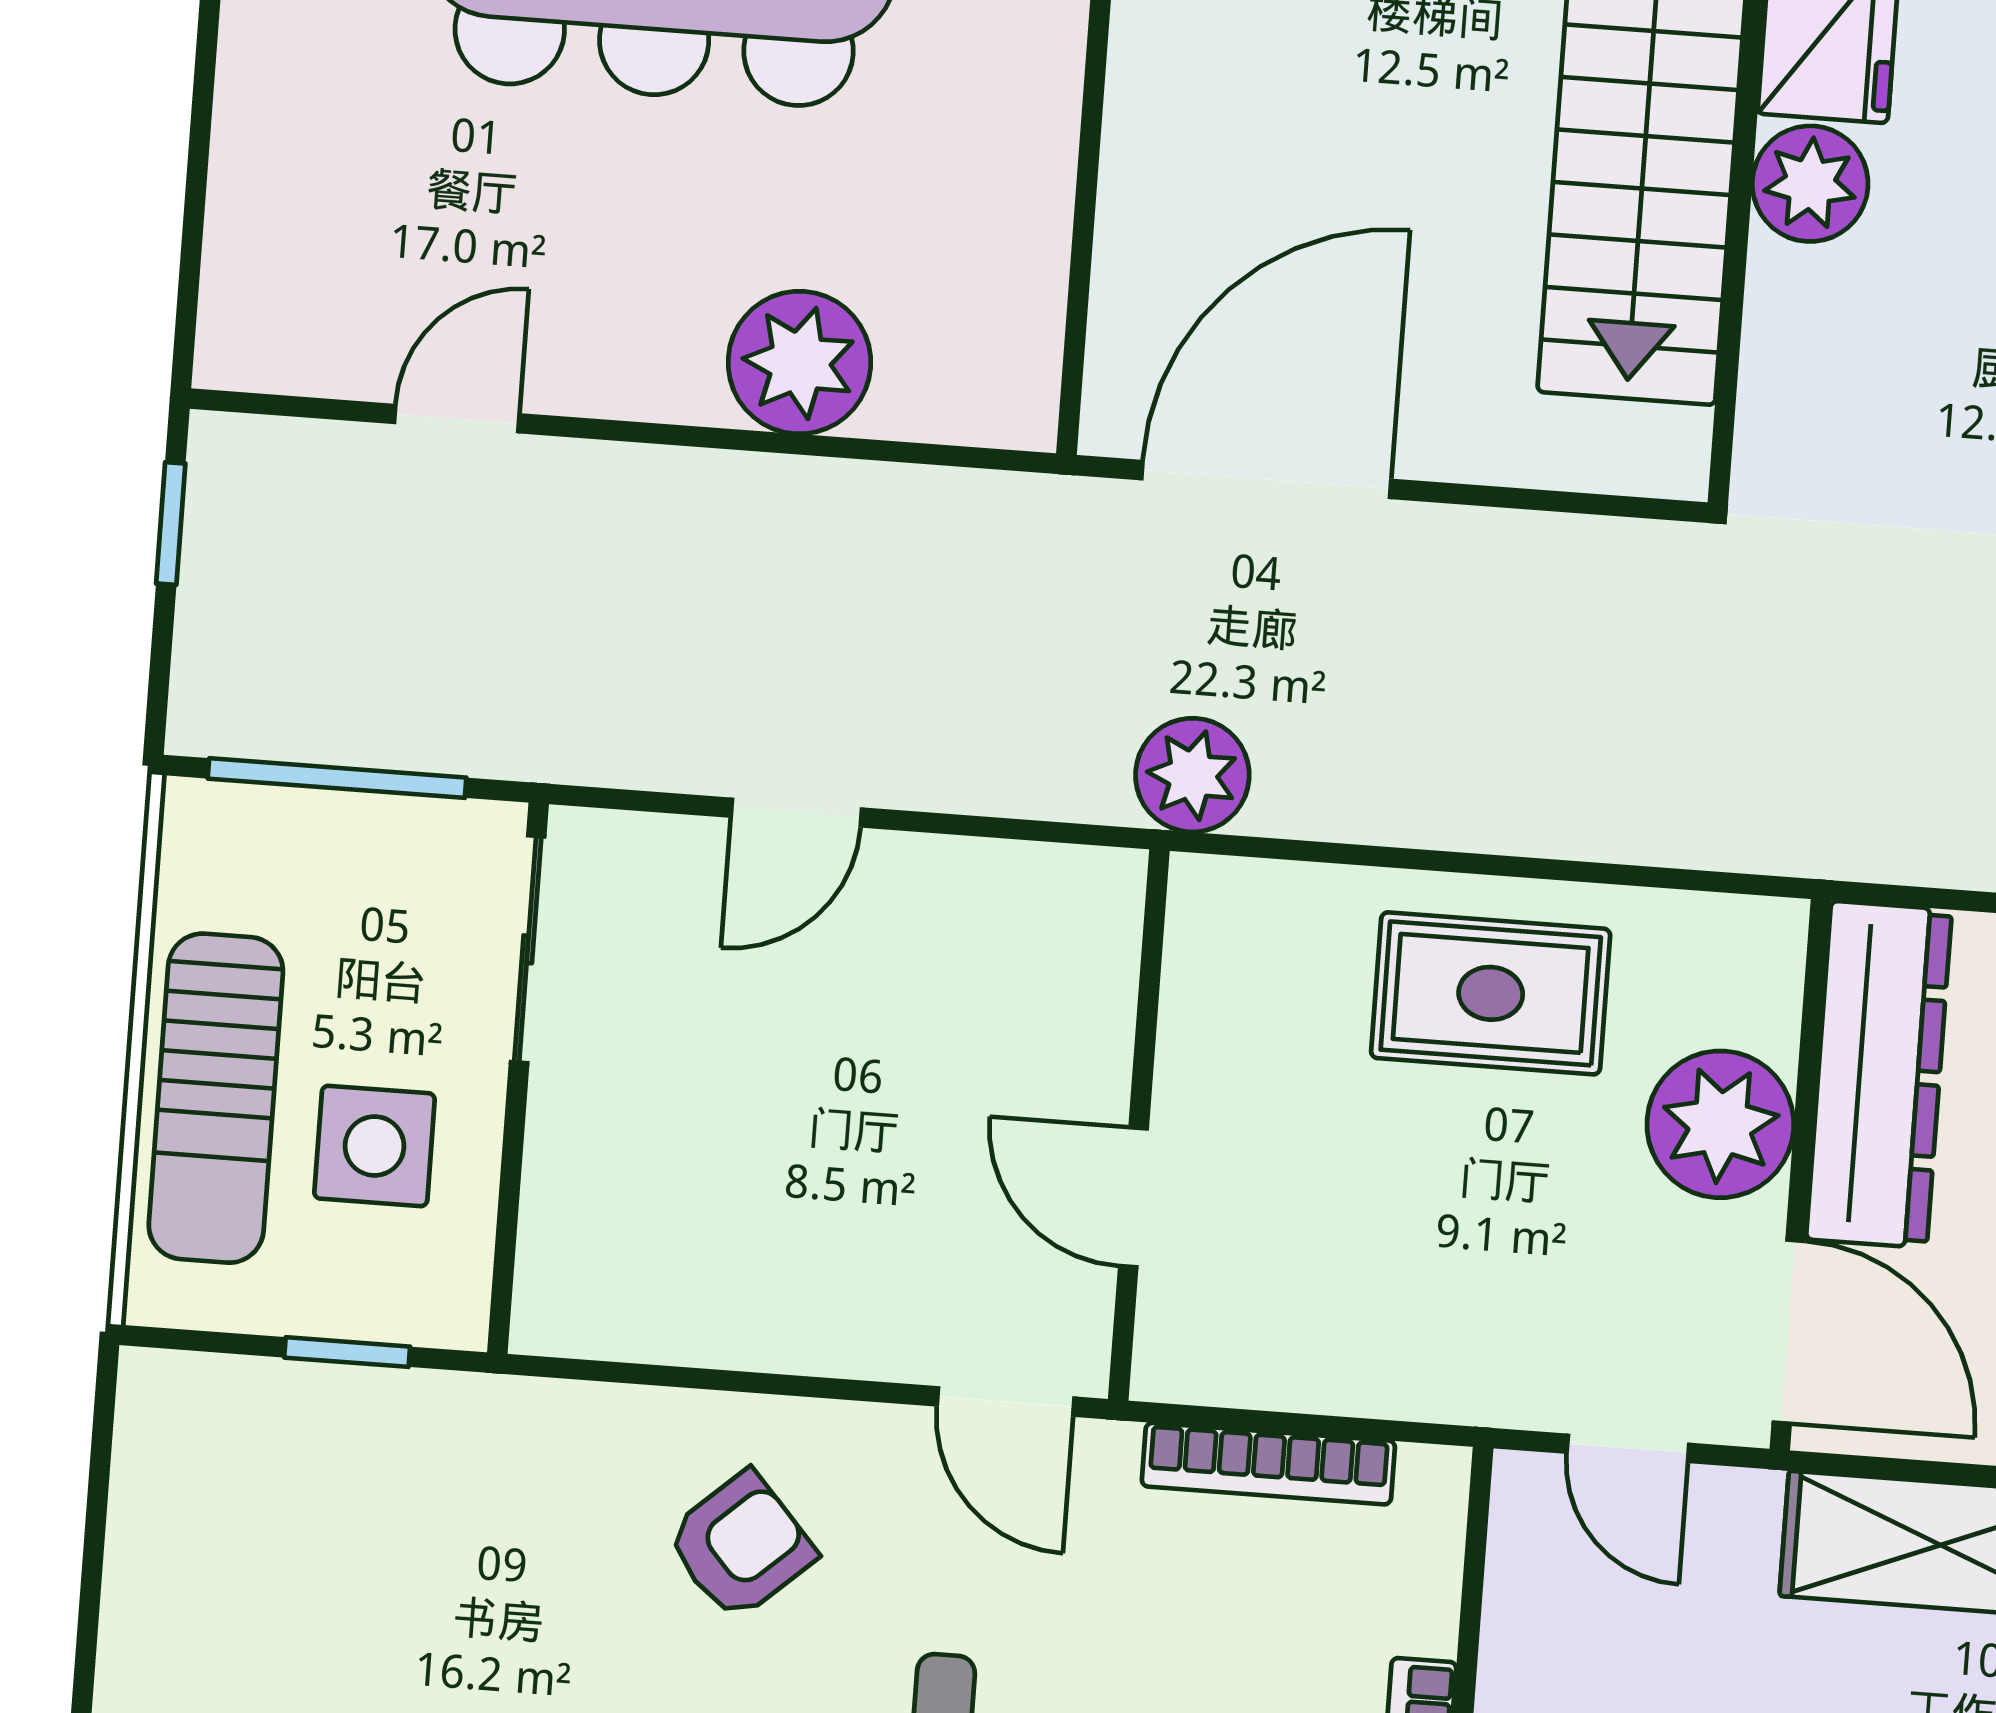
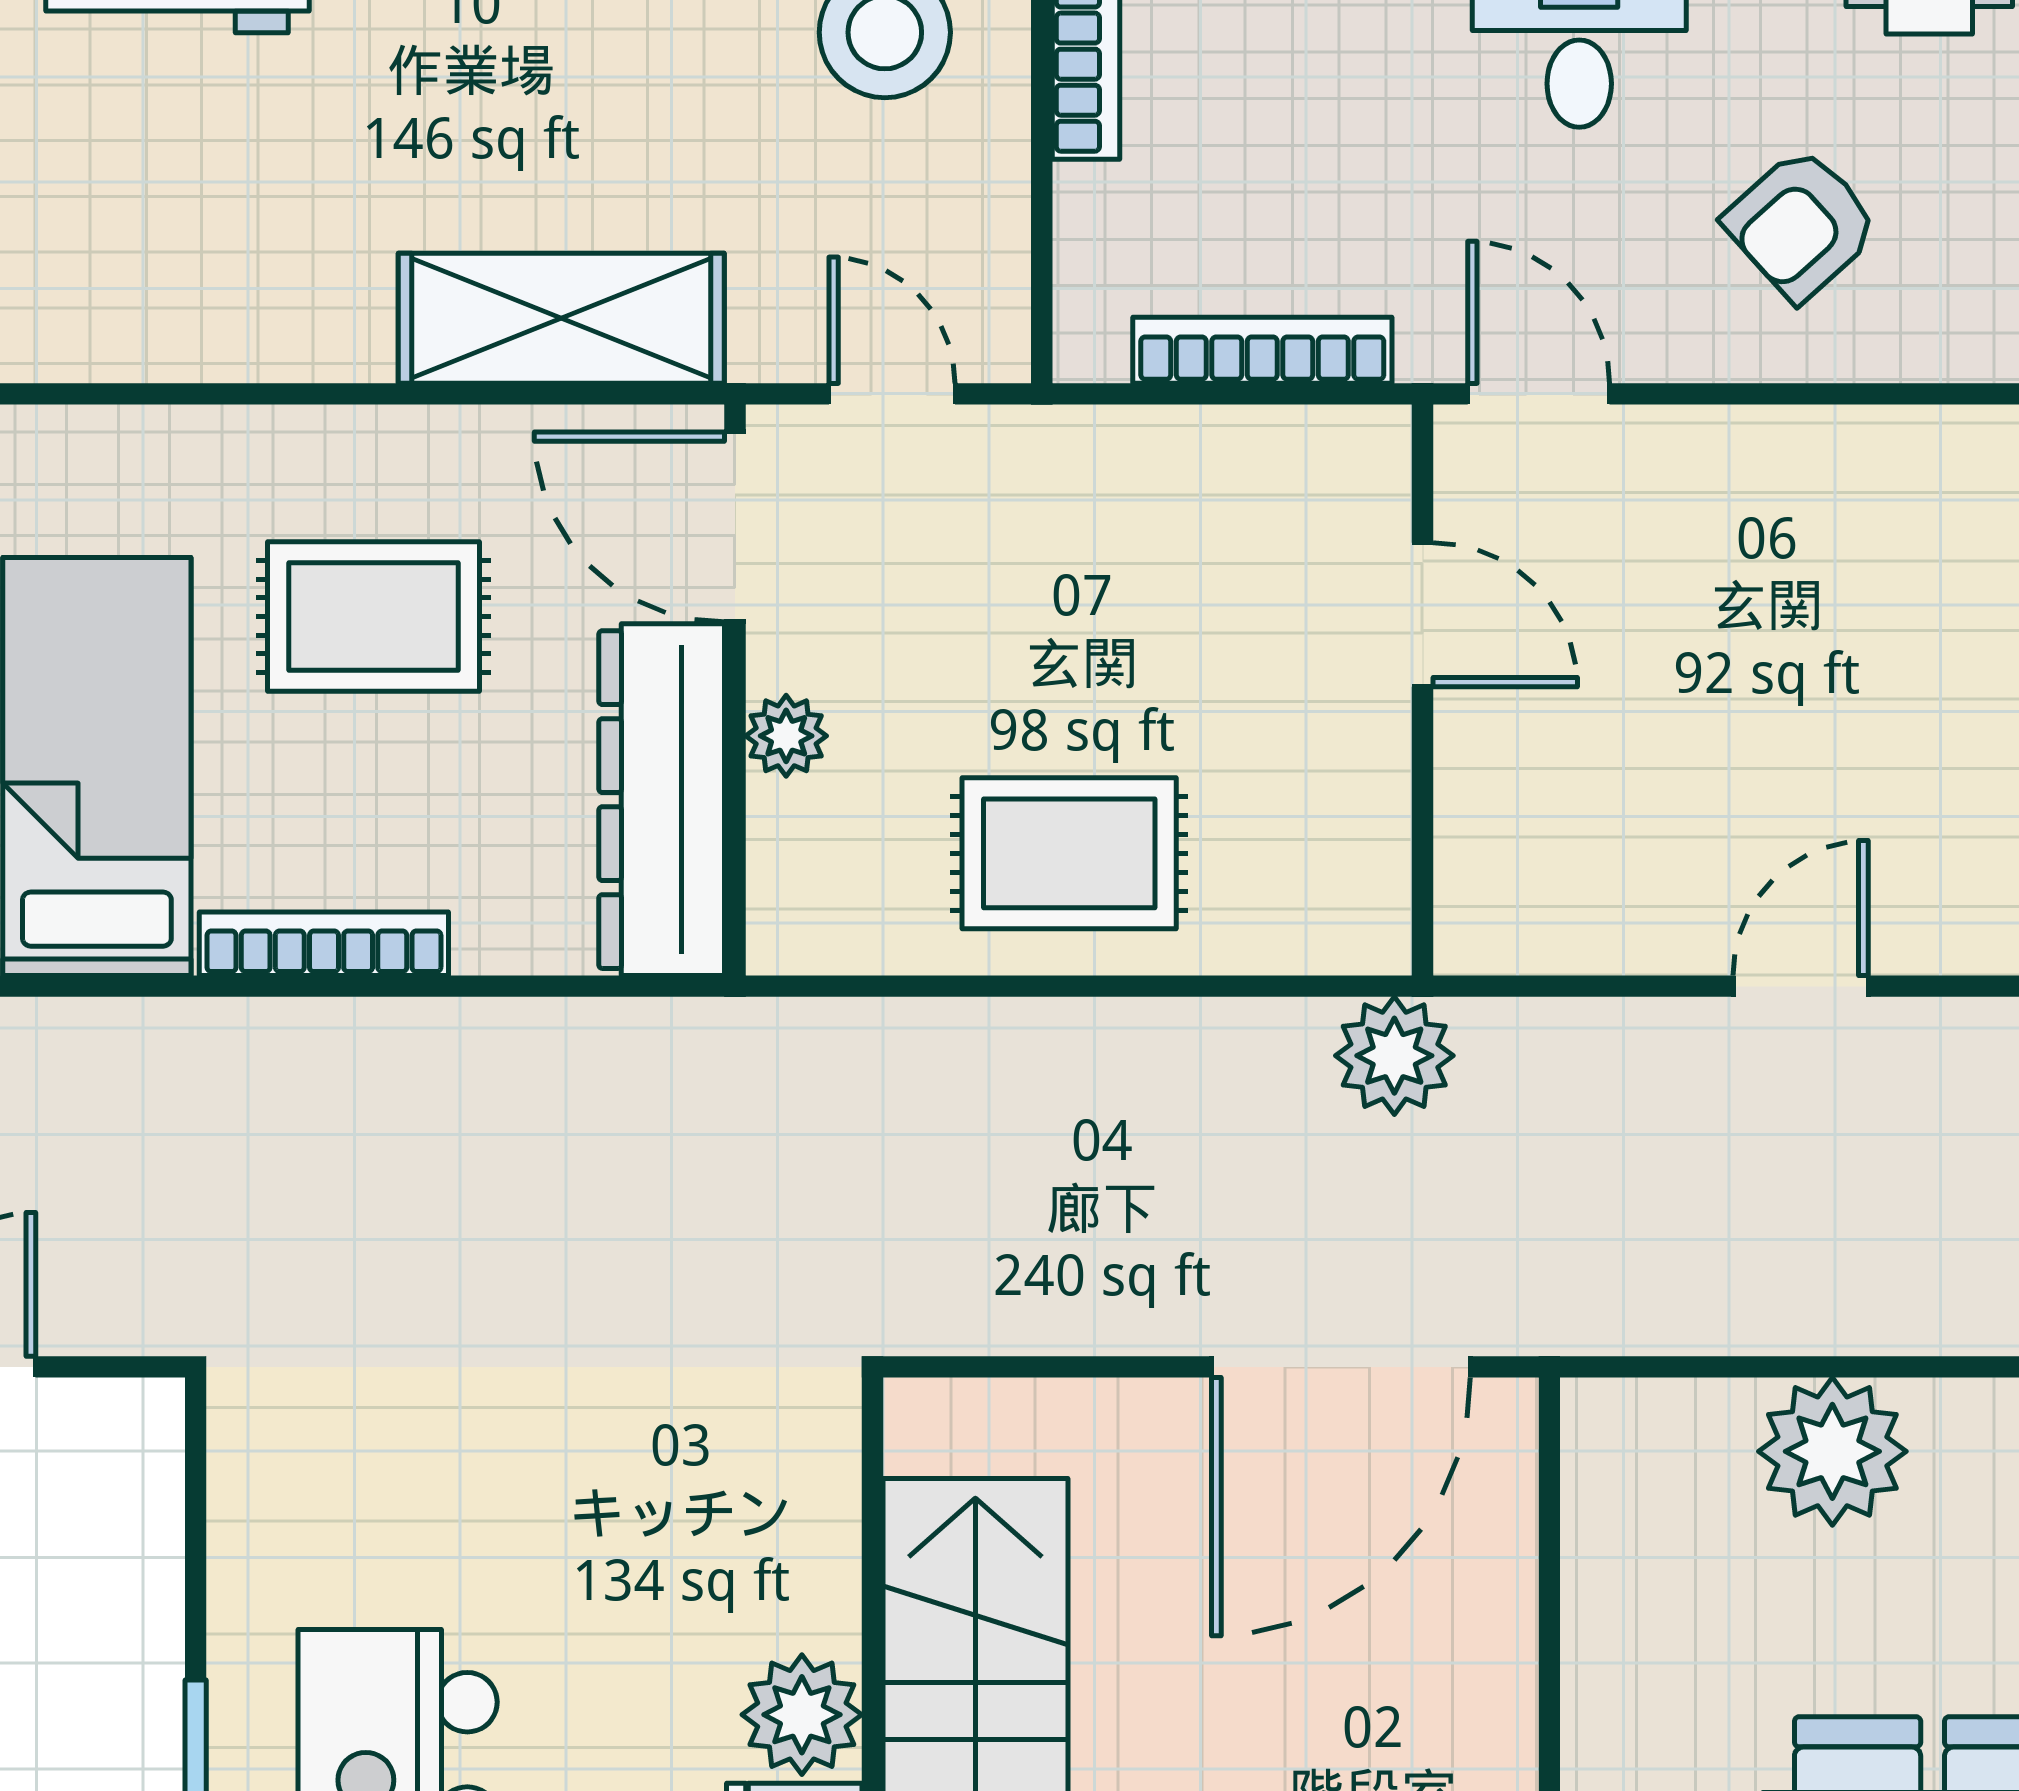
plant: (1720, 1124) -> (786, 736), width x0.53, depth x0.53

